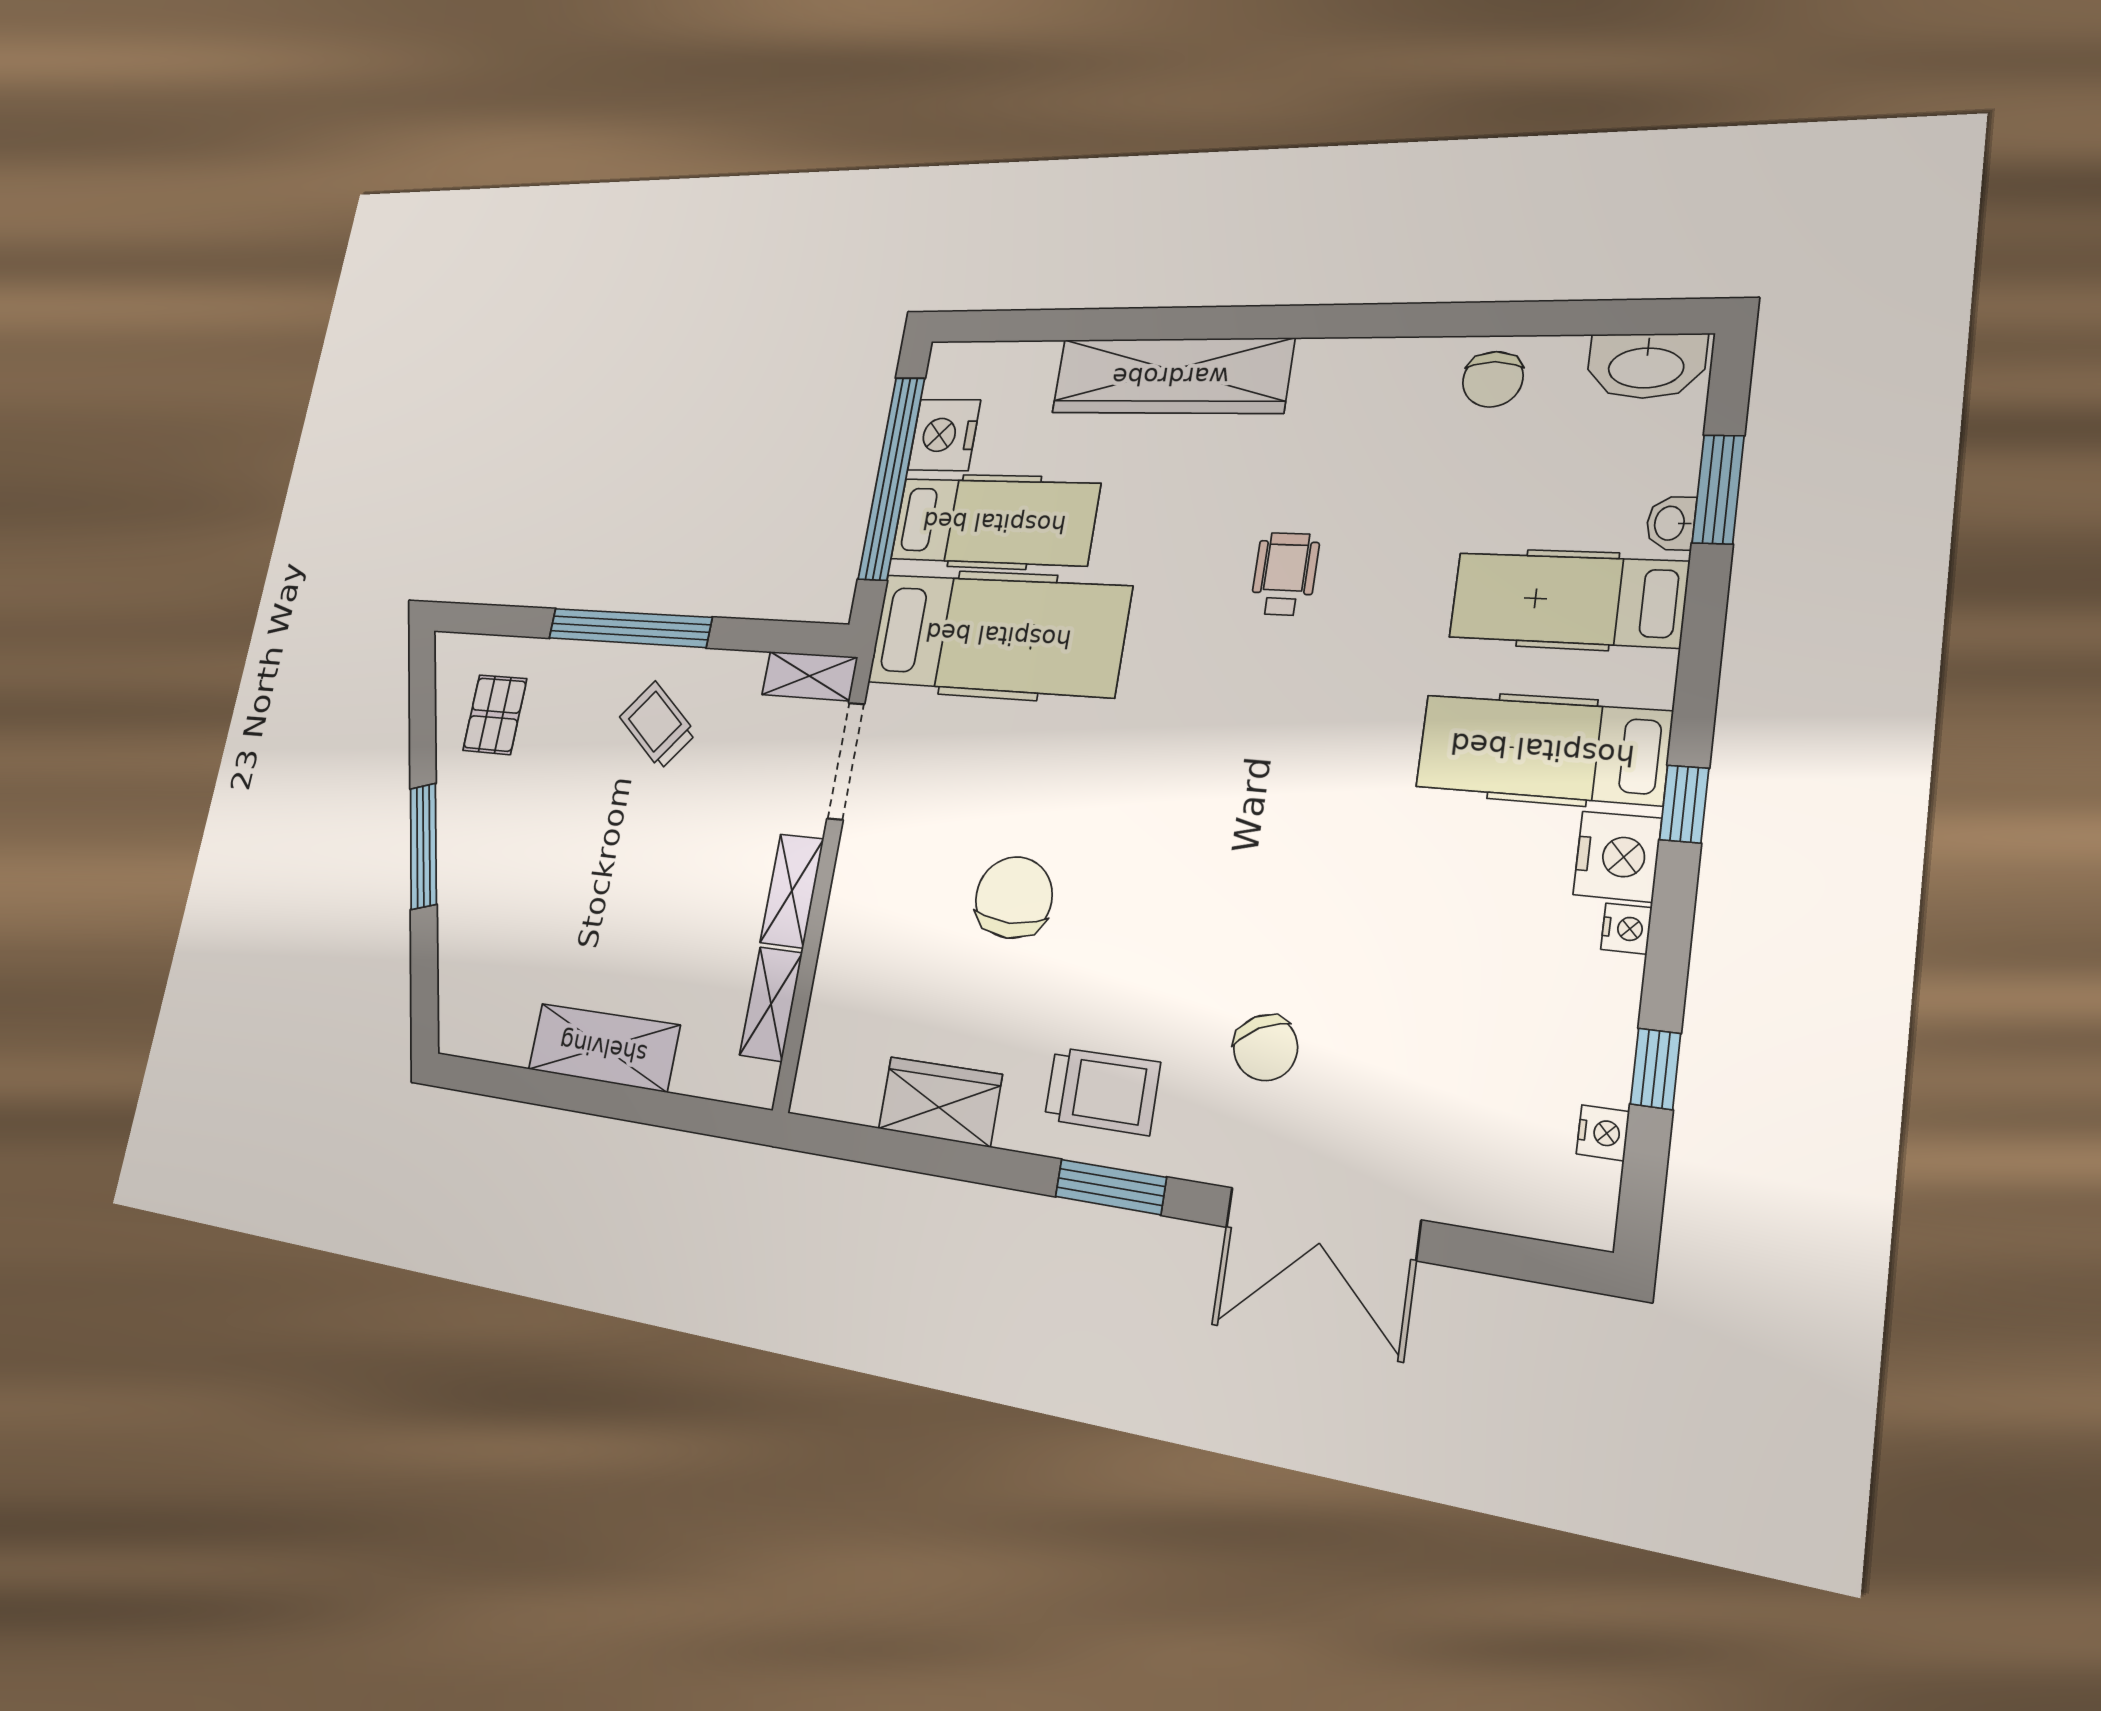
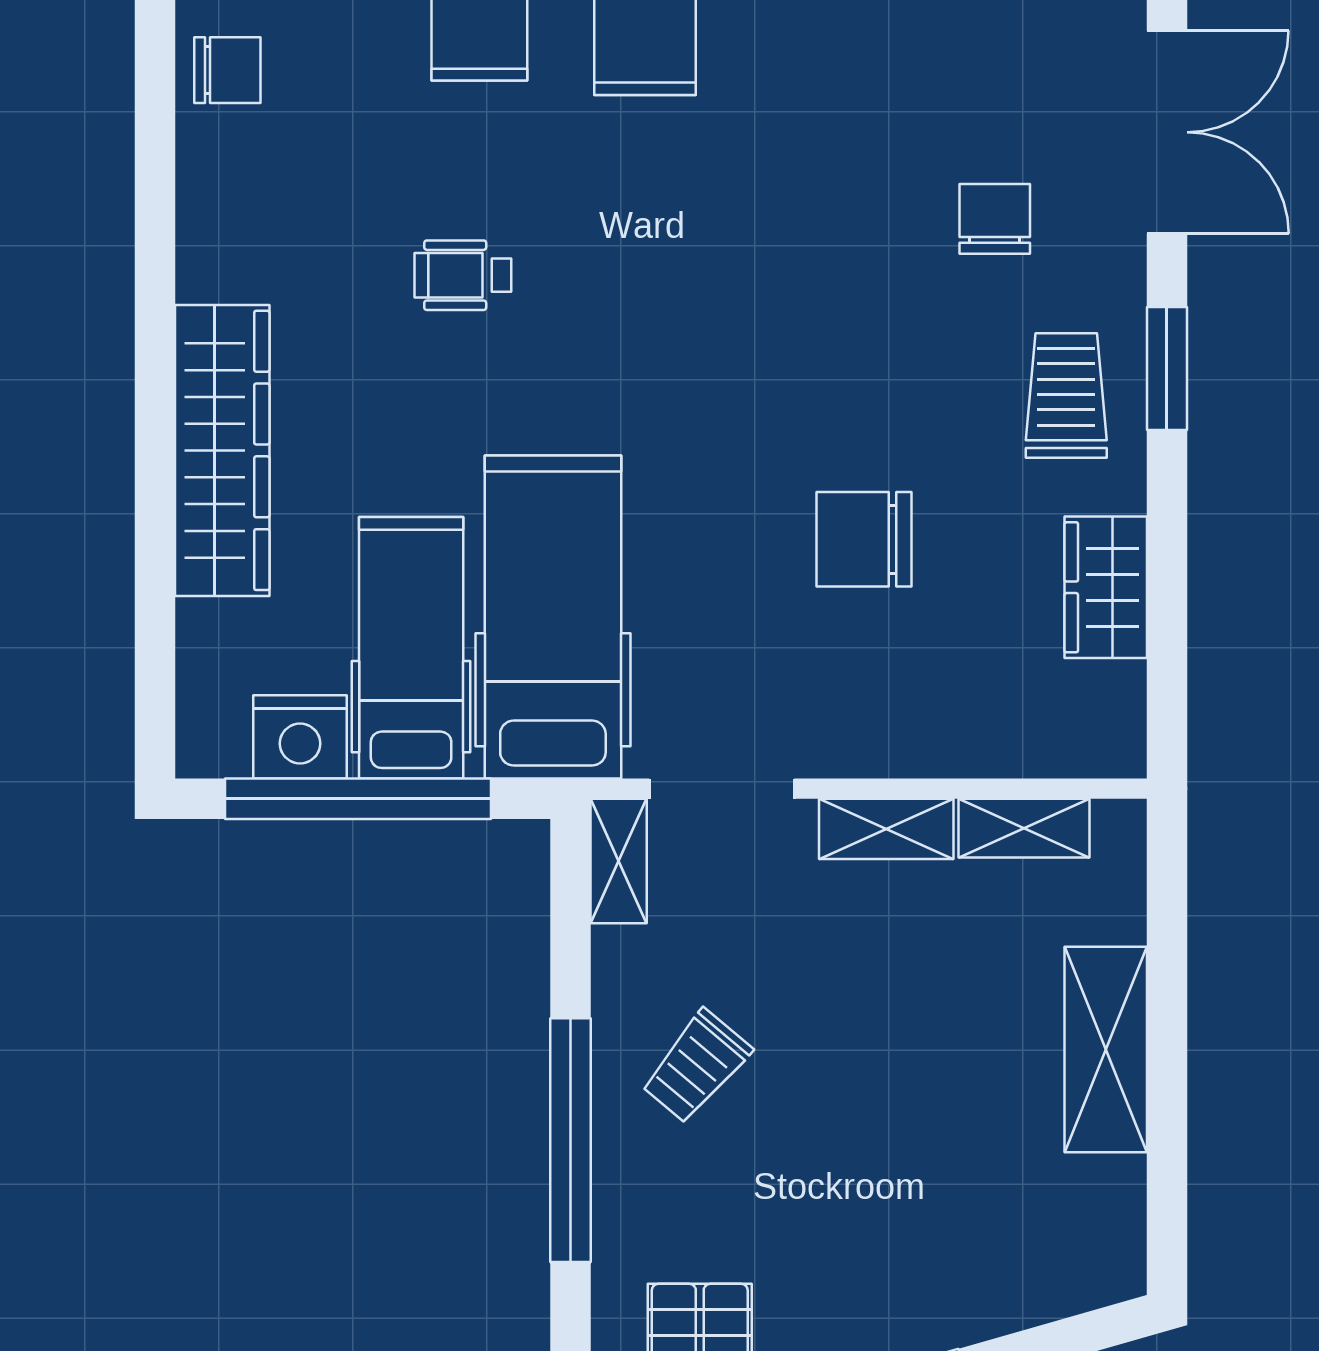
chair: (1266, 1048) -> (995, 219), turned -62

